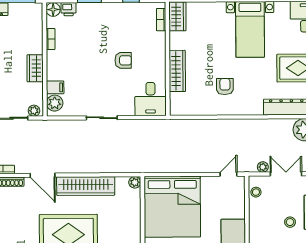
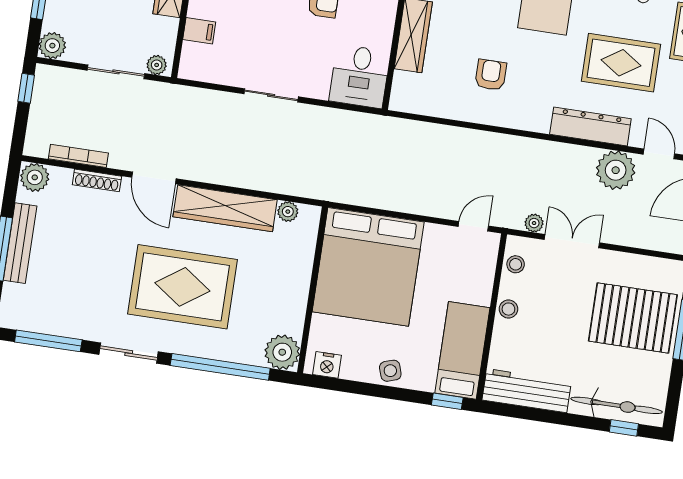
plant: (55, 103) -> (194, 57), removed
plant: (135, 182) -> (288, 212), moved
stool: (290, 222) -> (508, 309), moved

